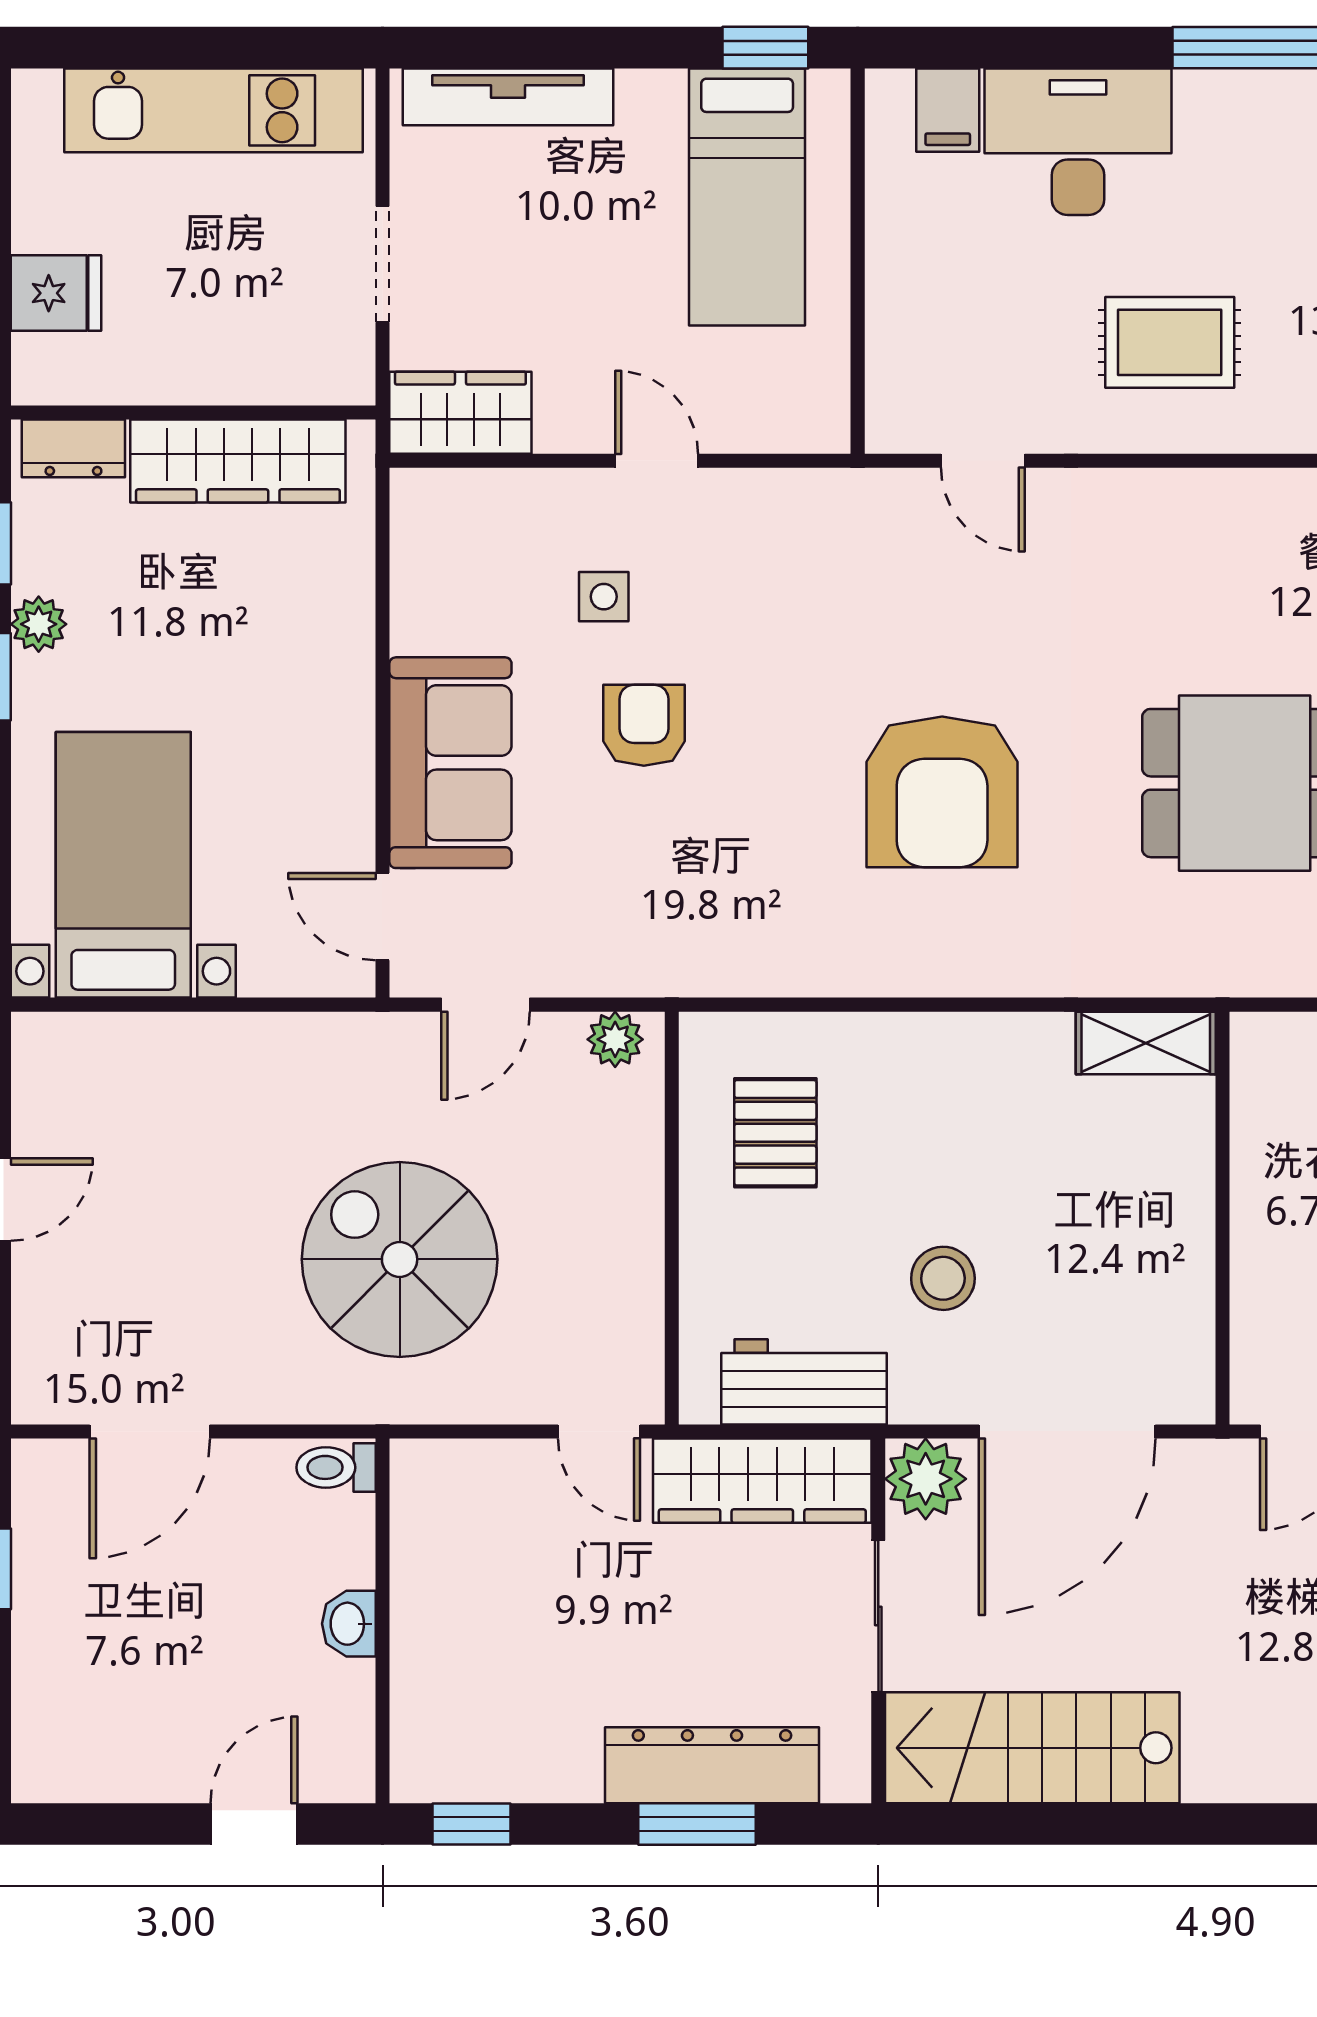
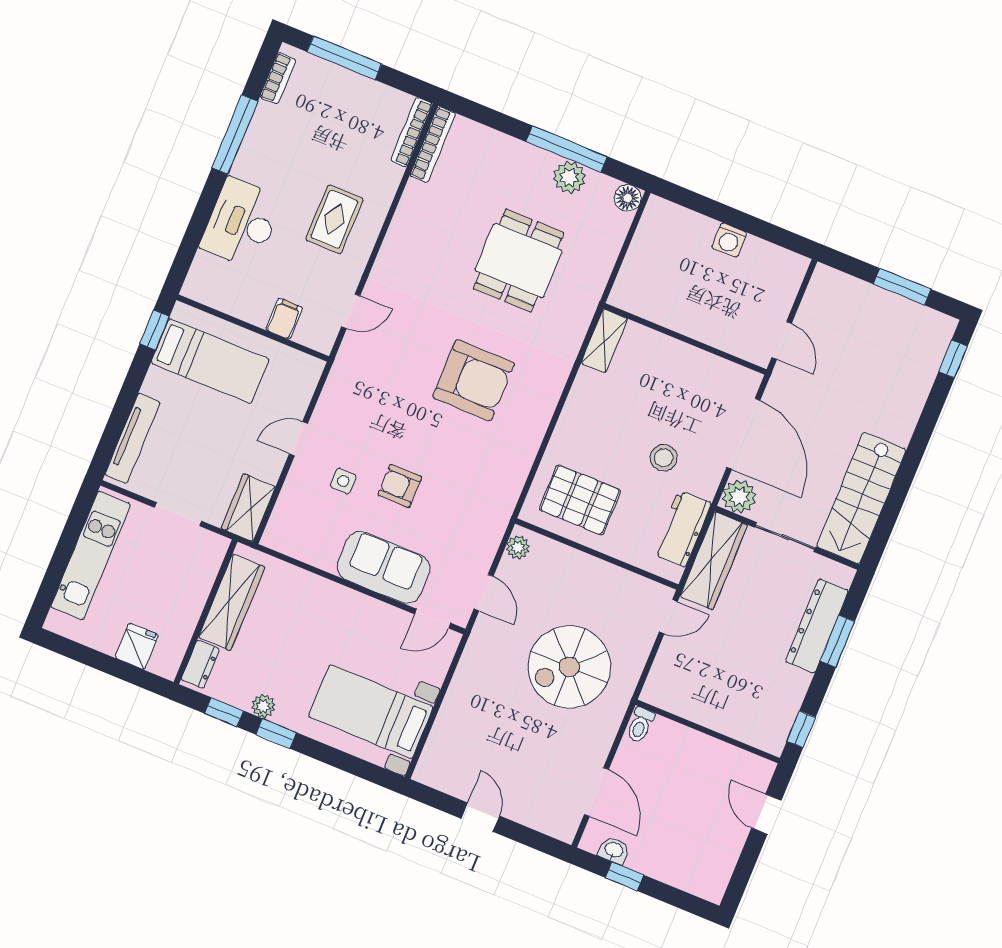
filing cabinet: (948, 110) -> (284, 319), moved, turned -90
pallet: (775, 1133) -> (580, 500), width x1.50, depth x1.42
washbasin: (349, 1624) -> (614, 850), moved, turned 180

